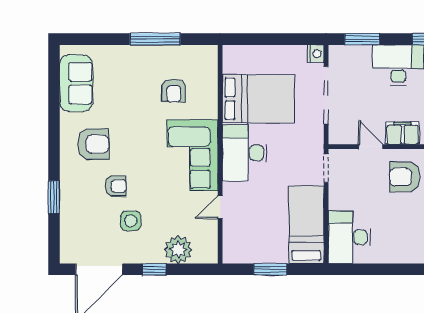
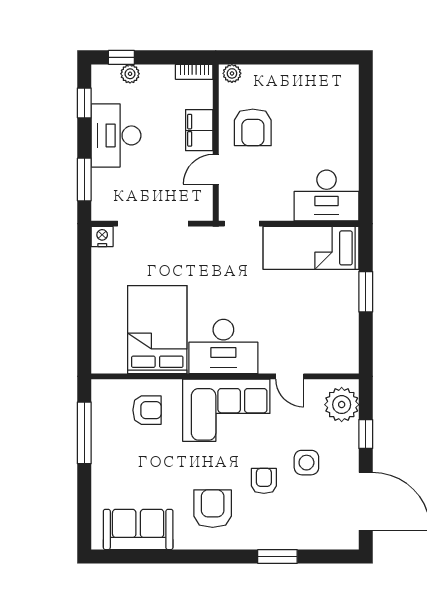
bed: (258, 99) -> (157, 330), moved
desk: (245, 153) -> (223, 346), moved
wall: (220, 154) -> (225, 376), moved
corner sofa: (192, 155) -> (226, 410), moved
door: (220, 207) -> (290, 376), moved

